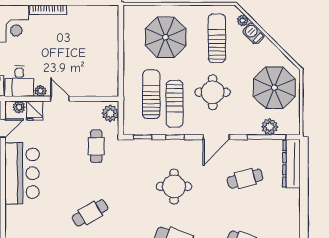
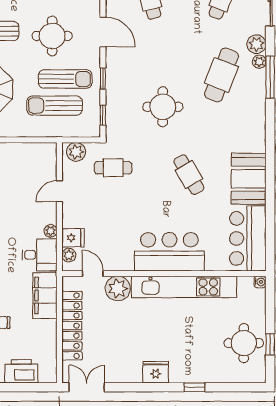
door: (60, 99) -> (59, 191), moved
bar counter: (22, 173) -> (169, 252), moved
round table: (174, 186) -> (163, 107), moved

